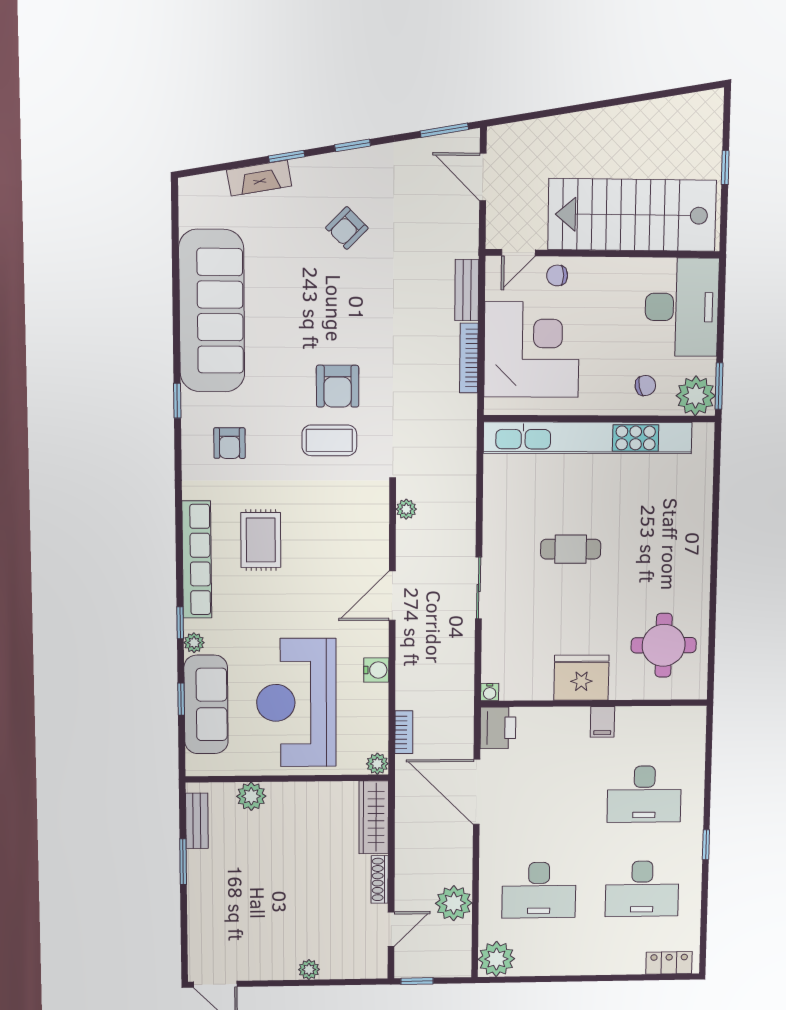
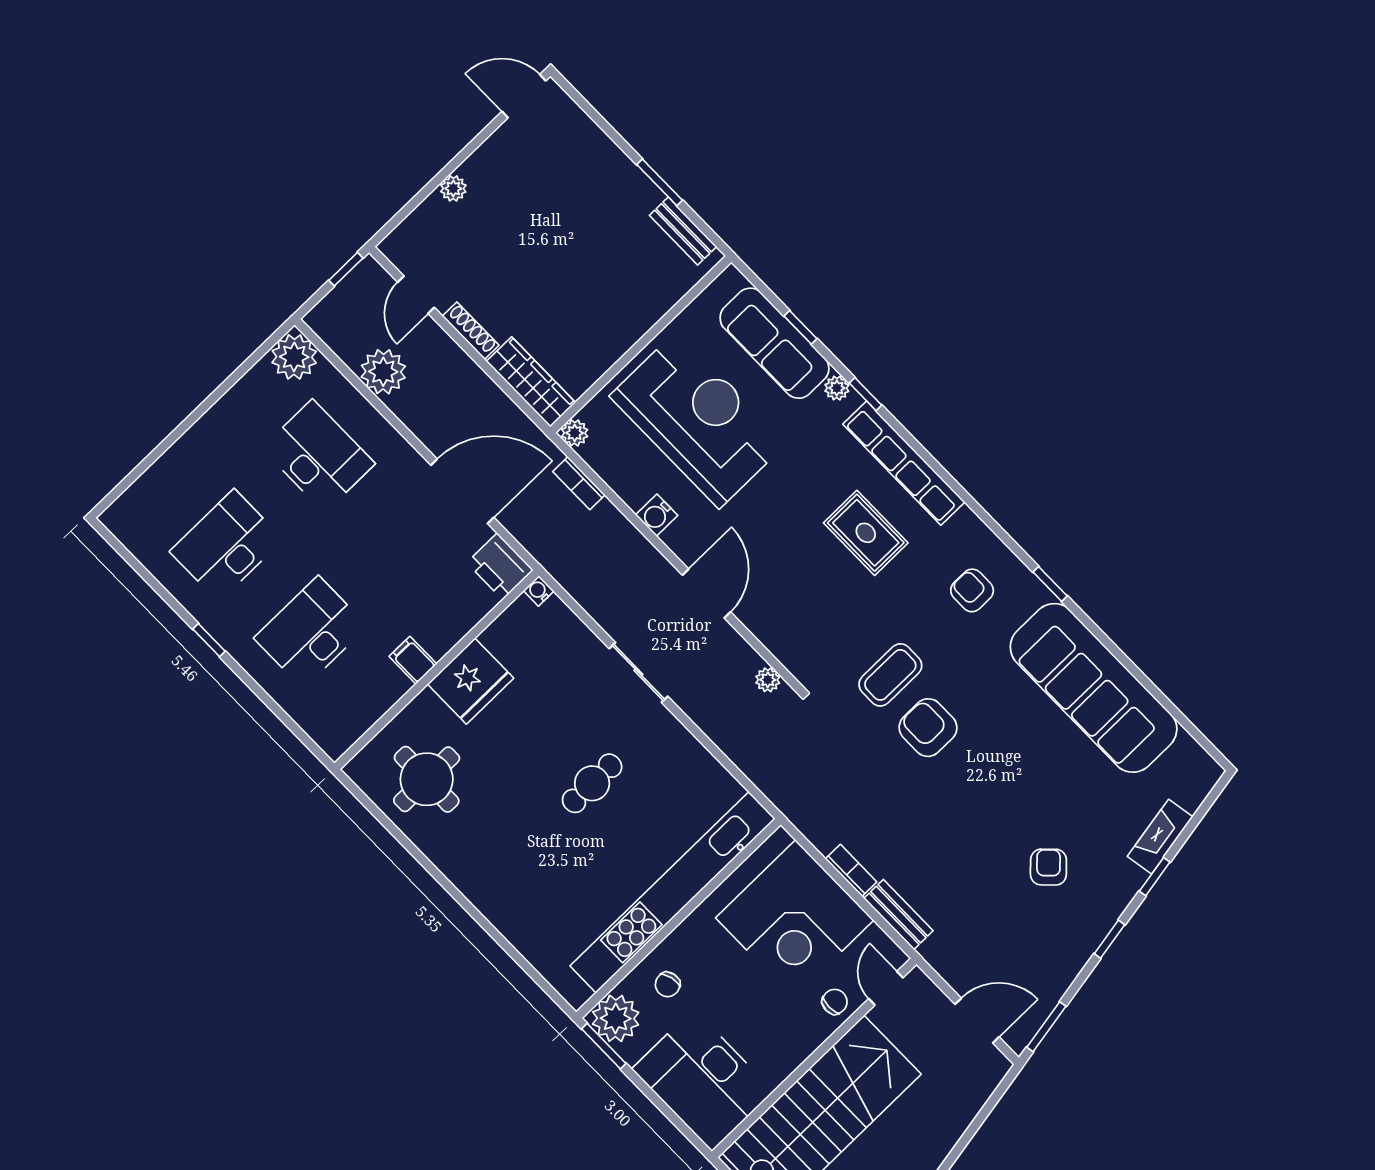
bookcase: (469, 358) -> (851, 870), width x0.64
plant: (251, 796) -> (657, 298), removed
desk: (539, 890) -> (318, 456), turned 90
locker: (669, 963) -> (133, 502), removed

